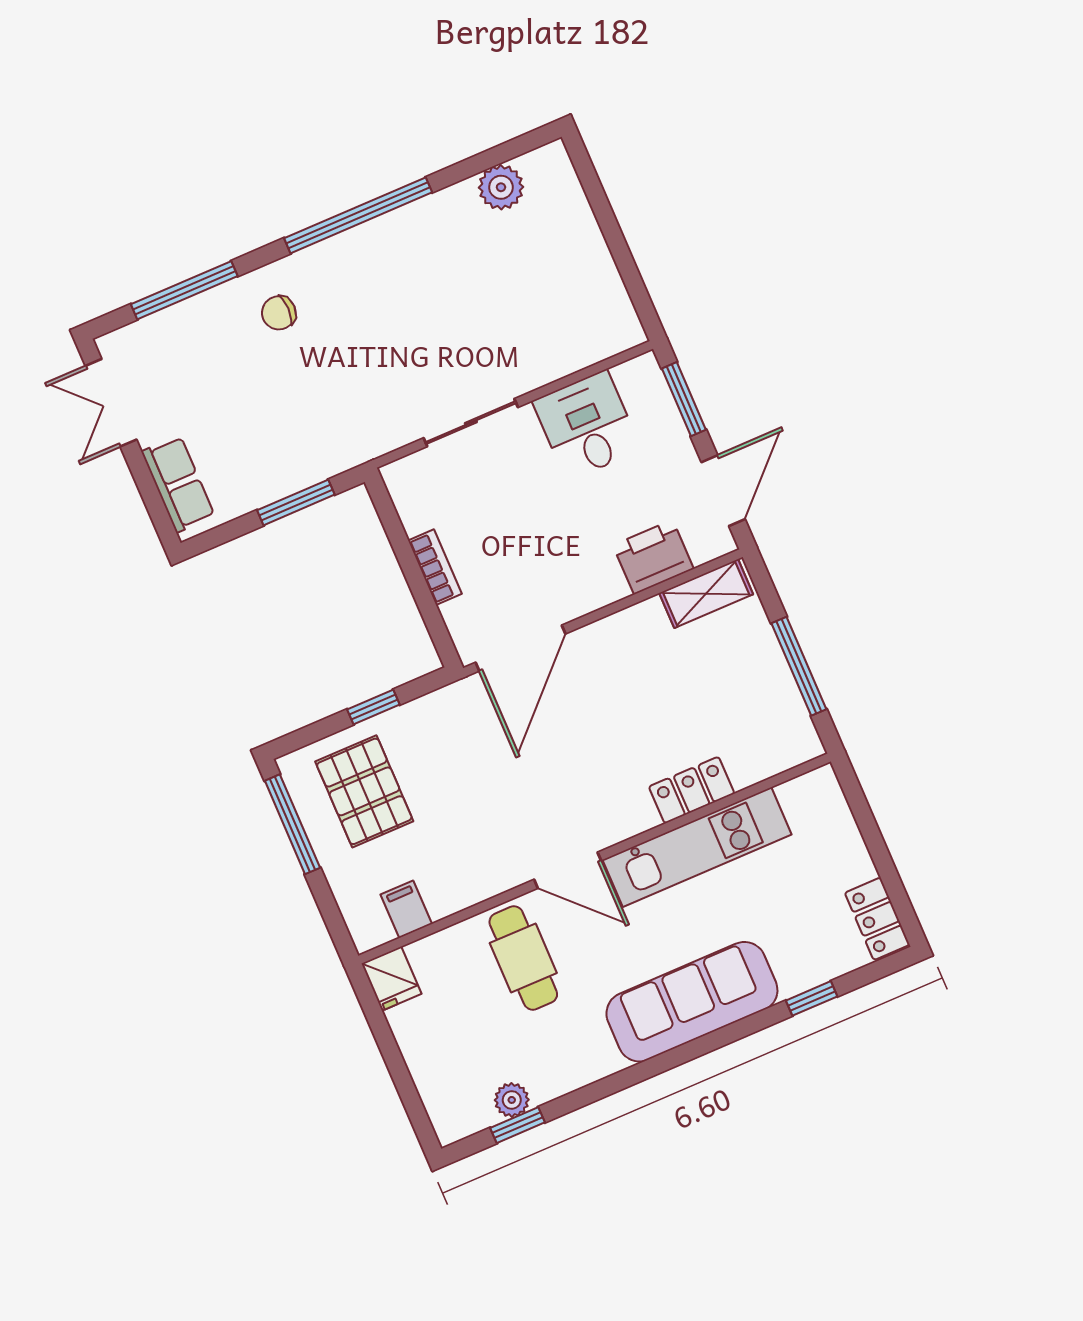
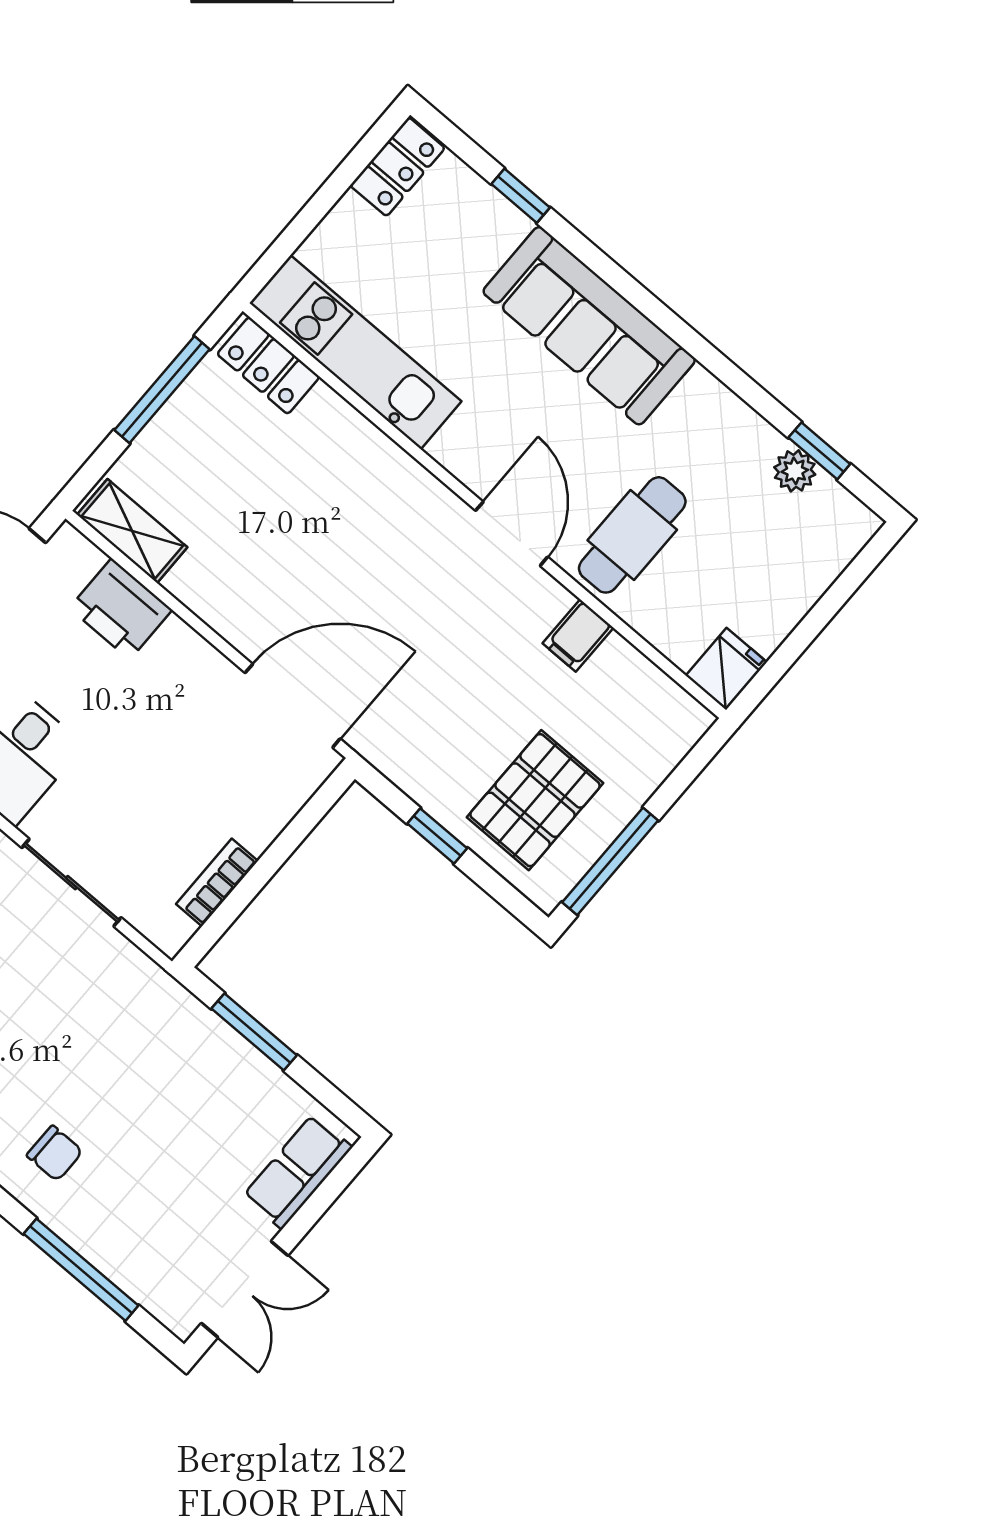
bookcase: (435, 567) -> (217, 883), moved
locker: (692, 790) -> (268, 365), moved
kitchen unit: (697, 847) -> (355, 352), moved
filing cabinet: (406, 909) -> (578, 636), moved

